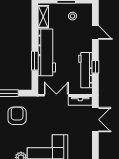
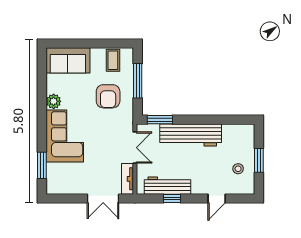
shelving: (43, 17) -> (237, 130), removed
window: (35, 61) -> (160, 120), moved
armchair: (17, 116) -> (108, 96), turned 90

